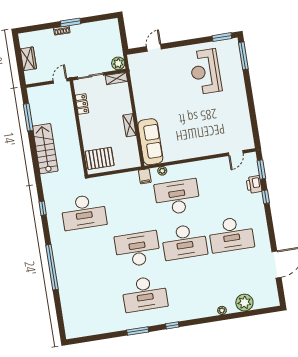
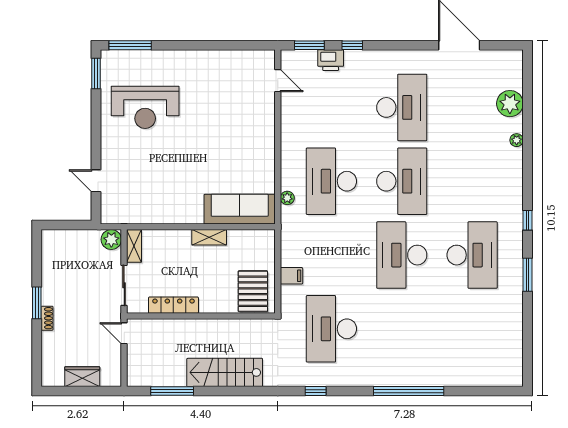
locker: (82, 104) -> (173, 305), width x1.53
filing cabinet: (145, 176) -> (291, 276), moved
desk: (84, 212) -> (331, 329), turned 180

